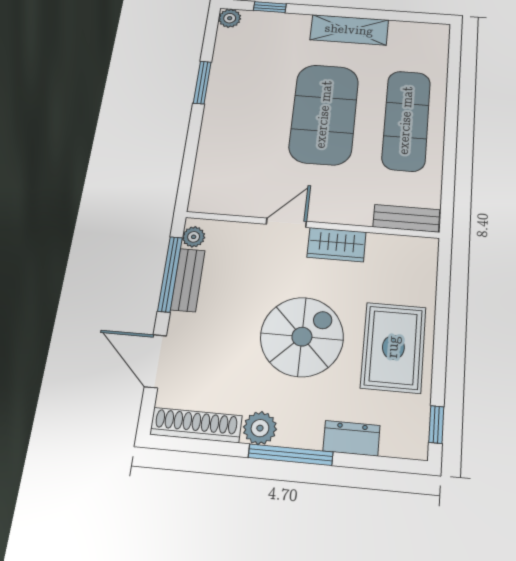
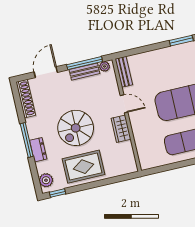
bench: (406, 218) -> (124, 72), moved
spiral stairs: (302, 337) -> (76, 128), turned 90
plant: (260, 428) -> (46, 180), moved
dresser: (351, 438) -> (38, 150), moved

